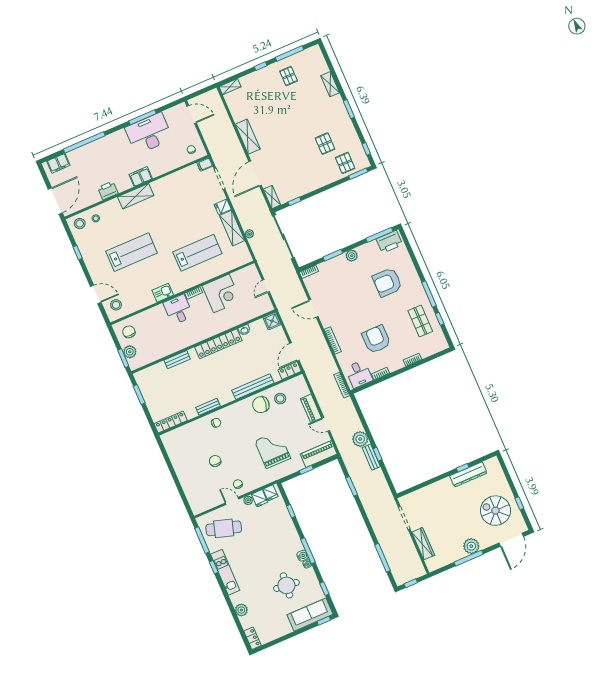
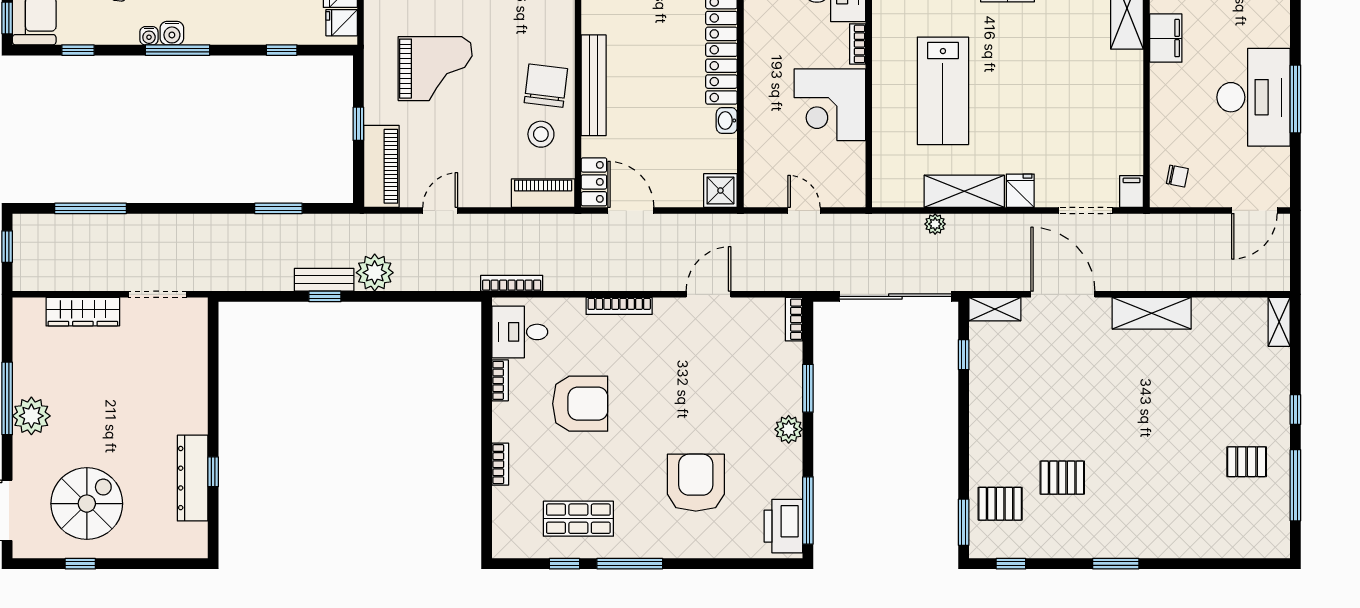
shelving: (330, 84) -> (1189, 546), removed
piano: (311, 408) -> (543, 193), moved

